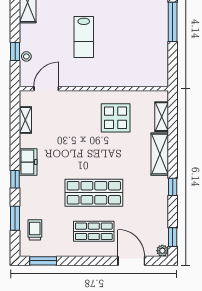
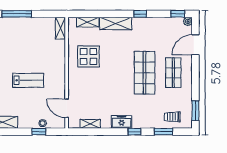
shelving: (153, 80) -> (60, 28), added

